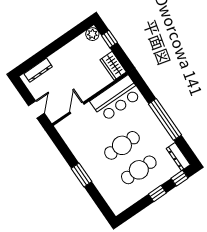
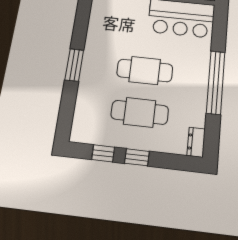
dresser: (178, 157) -> (196, 142), width x0.70
window: (179, 178) -> (103, 153), moved

